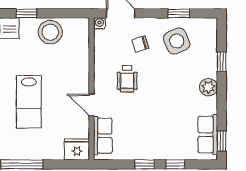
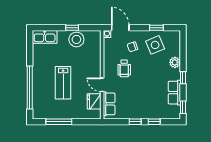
window: (26, 13) -> (72, 28), moved
window: (222, 62) -> (183, 78), moved
plant: (208, 87) -> (175, 62), moved
row of seats: (208, 135) -> (174, 93), moved
fridge: (77, 149) -> (94, 101), moved, turned -90

